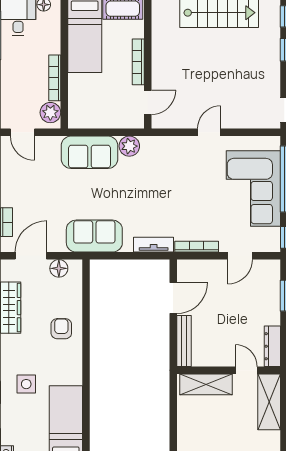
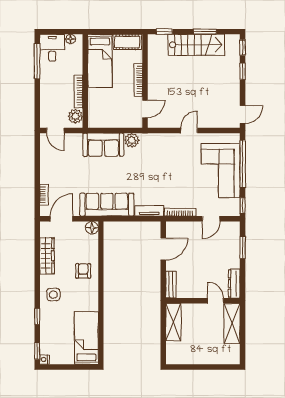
sofa: (94, 236) -> (107, 205), width x1.36
floor lamp: (59, 268) -> (92, 228), moved
bench: (184, 341) -> (171, 285), width x0.73
side table: (26, 384) -> (53, 295), moved
shelving: (206, 384) -> (173, 322), moved, turned 90

